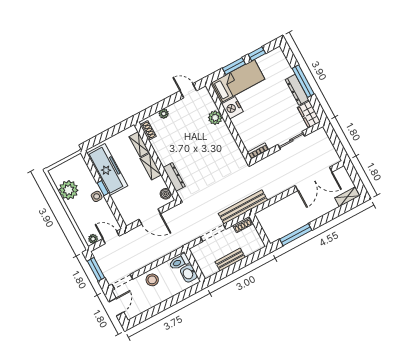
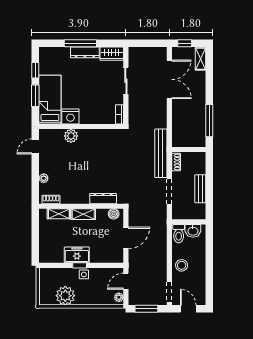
freezer: (107, 169) -> (77, 255), width x0.52, depth x0.79
window: (354, 175) -> (185, 43), added

